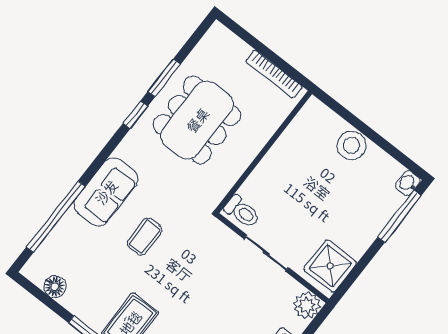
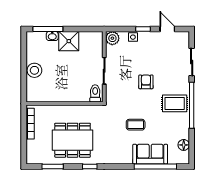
window: (164, 78) -> (53, 166), moved
washbasin: (408, 183) -> (52, 36), moved
sofa: (106, 192) -> (150, 154), moved
shower: (330, 266) -> (69, 41), moved
armchair: (198, 305) -> (146, 82), added

